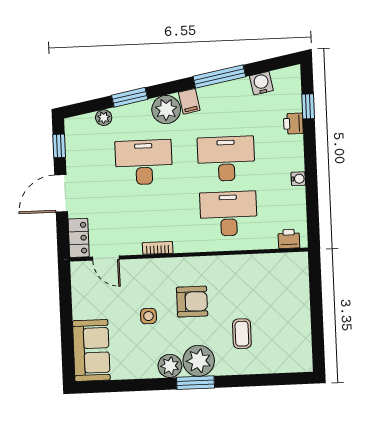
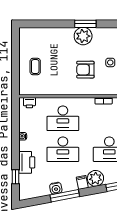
water cooler: (261, 83) -> (56, 188), moved
printer: (293, 124) -> (27, 162), width x1.87, depth x1.48
coffee table: (242, 334) -> (35, 67), moved
plant: (170, 366) -> (99, 34), removed

